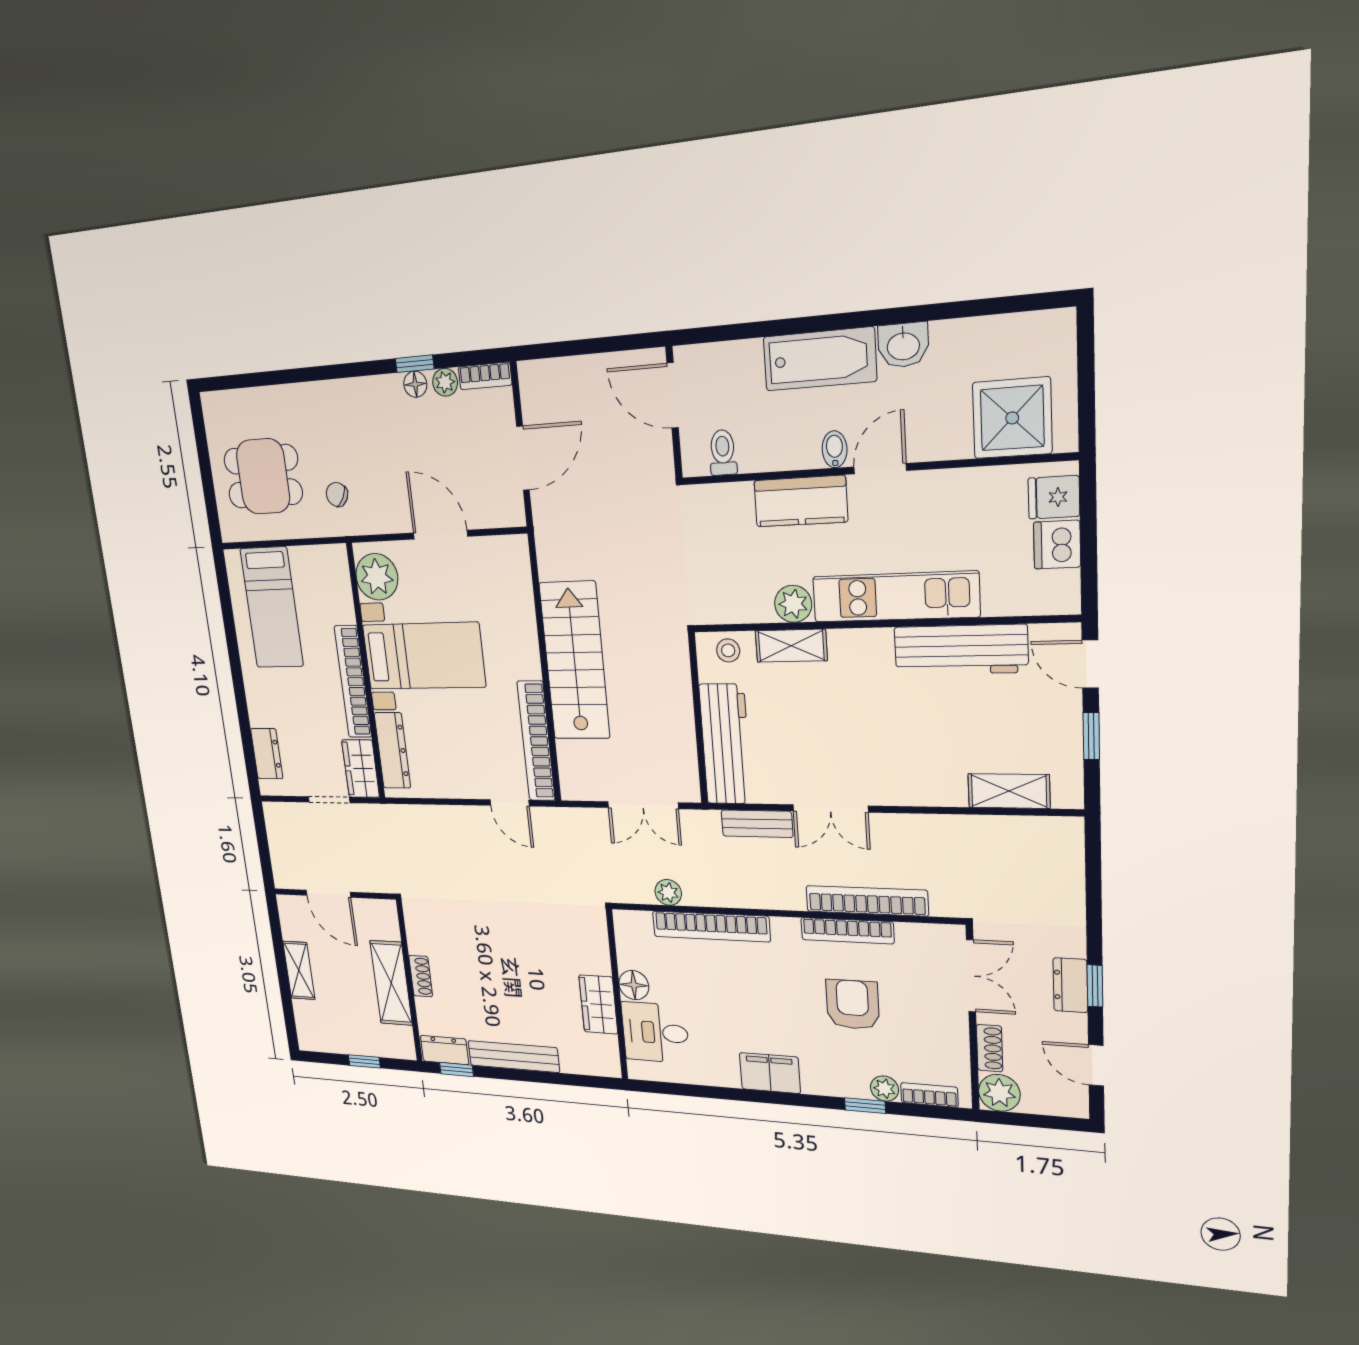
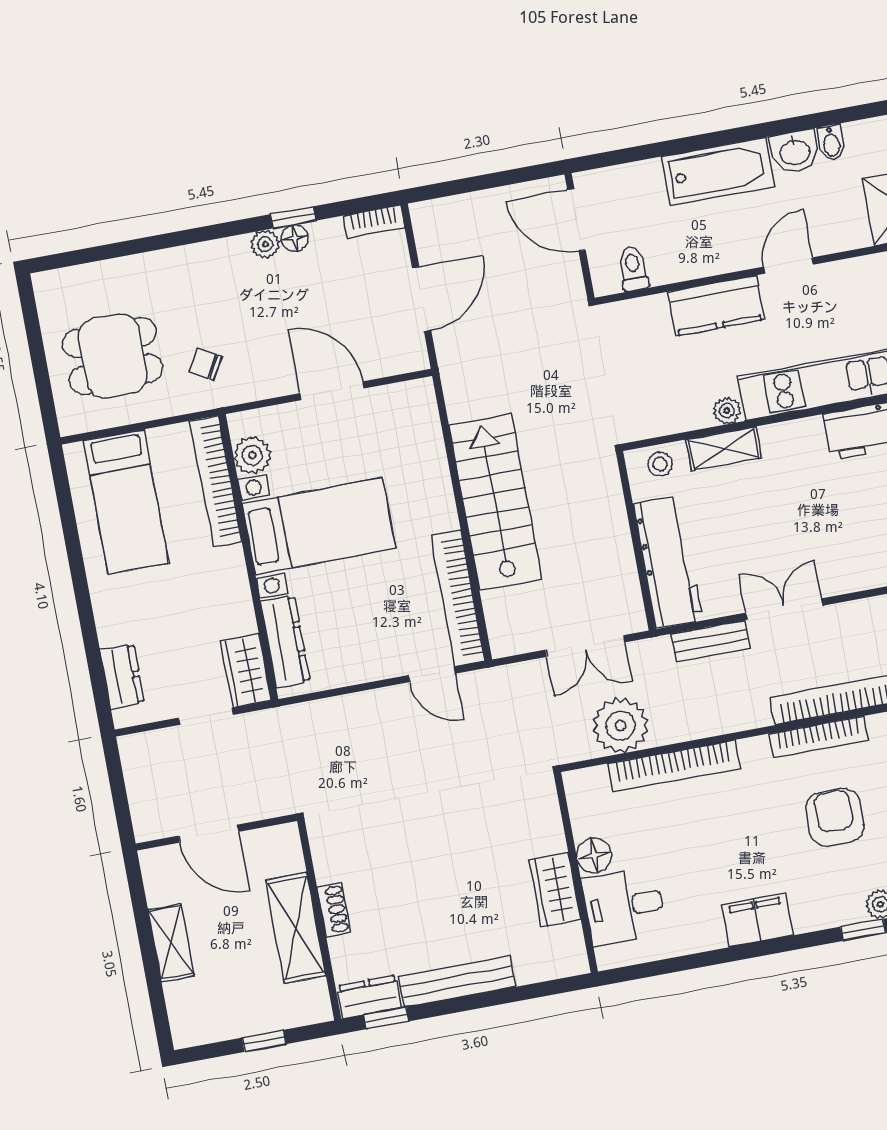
plant: (445, 382) -> (265, 244), moved
bidet: (835, 449) -> (831, 143), moved, turned 180
plant: (377, 577) -> (252, 455), width x0.73, depth x0.73
plant: (793, 604) -> (727, 411), width x0.73, depth x0.73
bookcase: (353, 682) -> (216, 481), moved
double door: (830, 808) -> (784, 609), swing flipped
plant: (668, 892) -> (620, 725), width x1.88, depth x1.88

